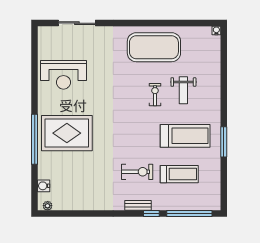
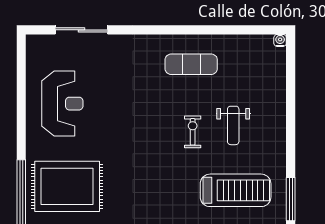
exercise mat: (154, 47) -> (191, 64), width x0.50, depth x0.69
reception desk: (63, 75) -> (62, 104), turned -90

